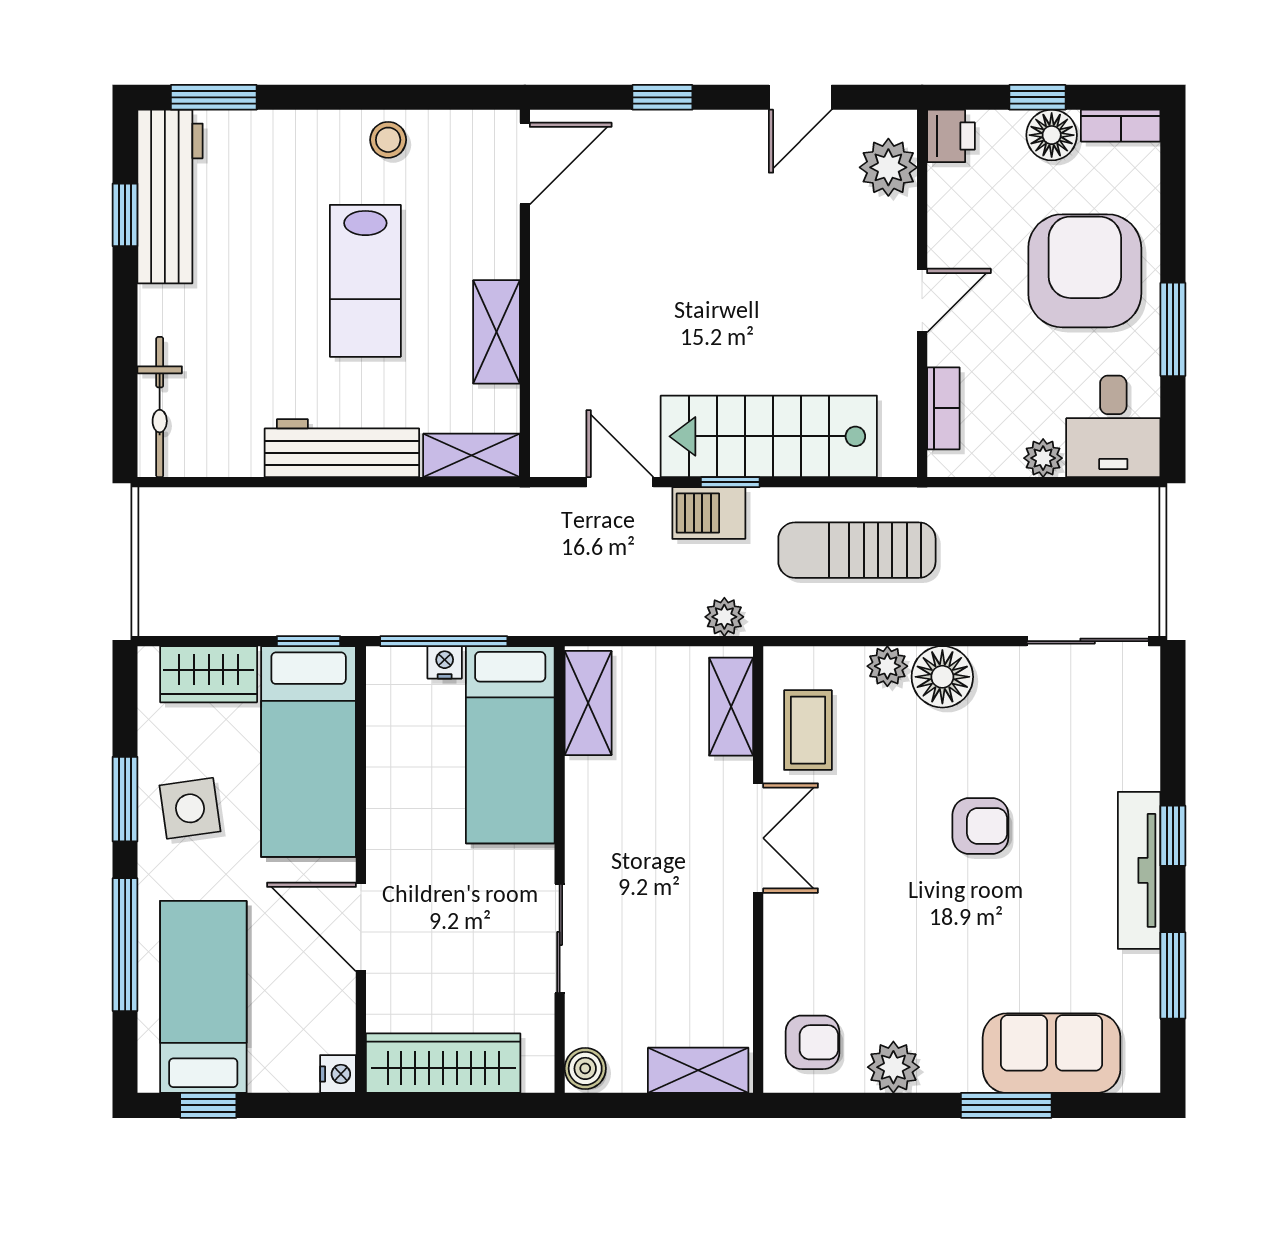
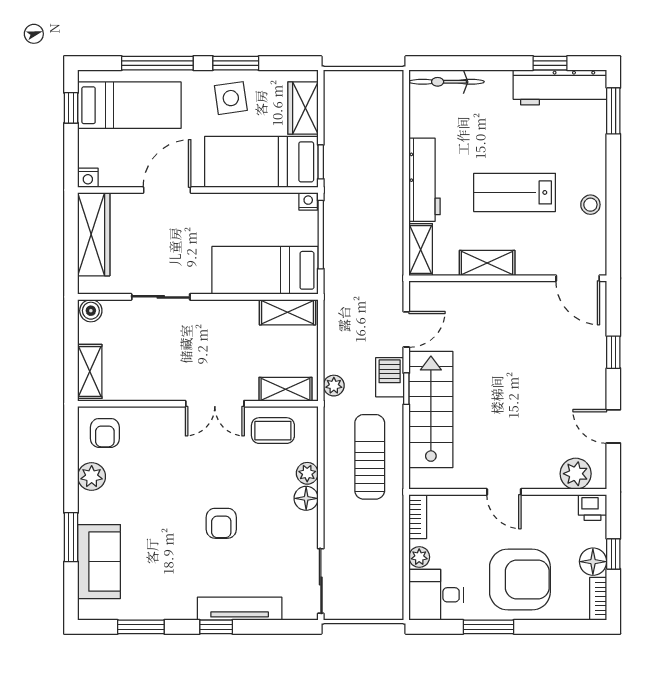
bookcase: (943, 408) -> (418, 517), moved, turned -90
nightstand: (445, 662) -> (308, 201), moved, turned -90
floor lamp: (942, 677) -> (306, 498), width x0.73, depth x0.73
tv unit: (1139, 870) -> (240, 609), moved

